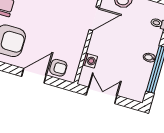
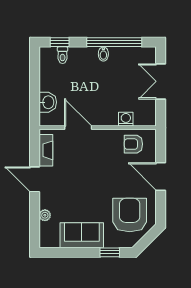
armchair: (58, 68) -> (133, 144), moved, turned -90
double door: (102, 95) -> (161, 81), moved

